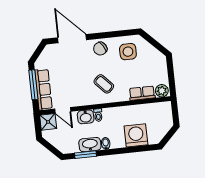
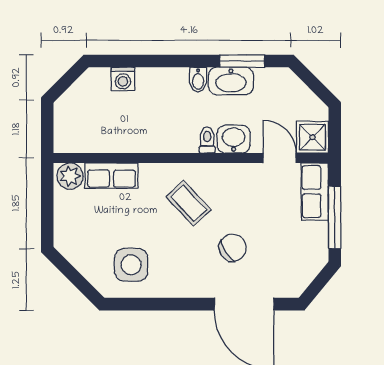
chair: (100, 49) -> (233, 248), moved
row of seats: (43, 89) -> (315, 192), width x0.68
washing machine: (136, 135) -> (123, 79), width x0.53, depth x0.53

